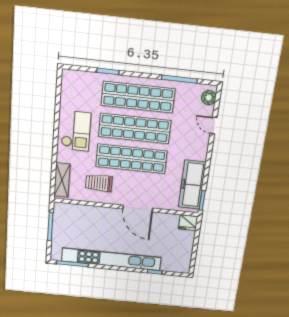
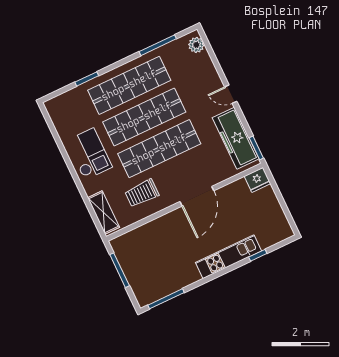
door: (214, 125) -> (231, 94), moved
door: (138, 208) -> (197, 196), hinge flipped
kitchen unit: (111, 259) -> (229, 257), width x0.54

